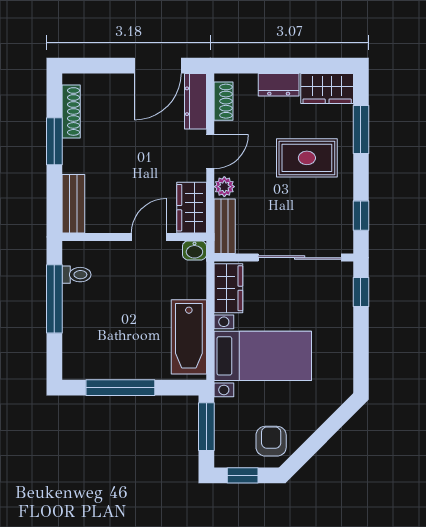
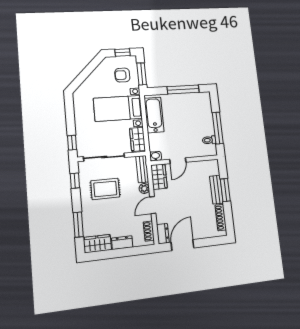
dresser: (195, 101) -> (163, 234), width x0.70
window: (54, 141) -> (225, 190), moved
rug: (307, 158) -> (105, 189), moved
bench: (73, 204) -> (216, 190), moved
armchair: (271, 441) -> (122, 75), moved, turned 90

